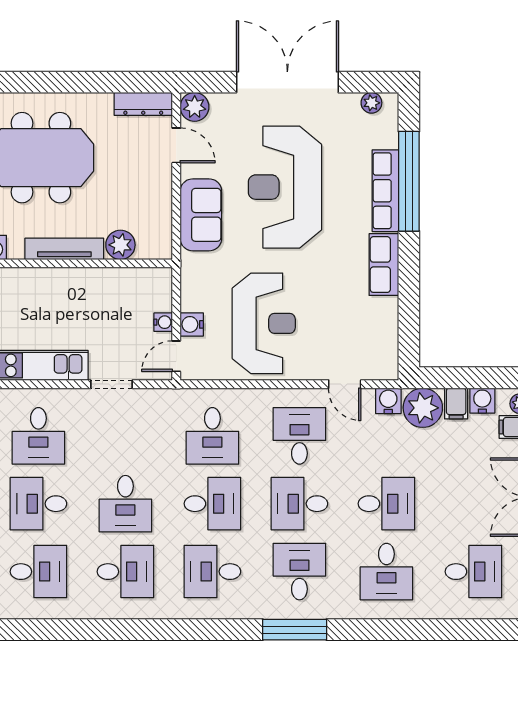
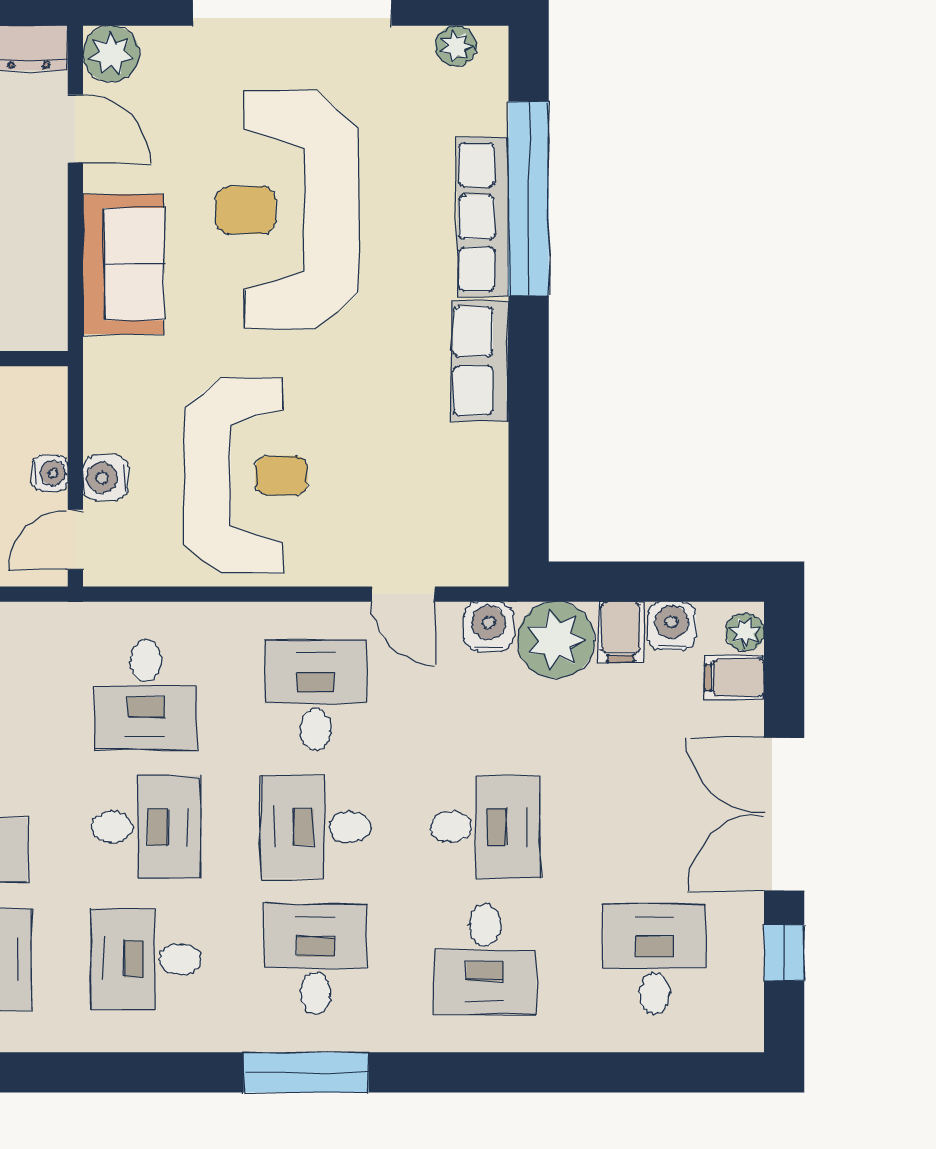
desk: (473, 572) -> (655, 959), turned -90

